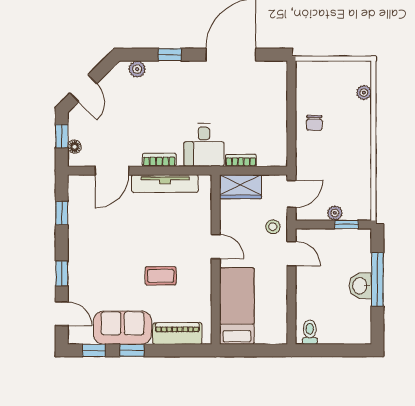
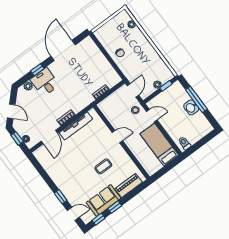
desk: (204, 145) -> (45, 82), moved, turned 180
wardrobe: (241, 187) -> (109, 103), removed
window: (62, 213) -> (41, 171), removed
bed: (237, 306) -> (159, 145), moved

